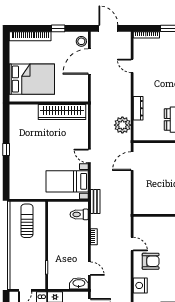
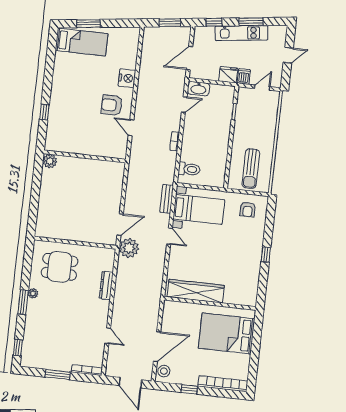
plant: (122, 125) -> (129, 248), moved
armchair: (26, 186) -> (248, 209), added
bench: (95, 202) -> (167, 199), moved
door: (89, 269) -> (184, 105), swing flipped

